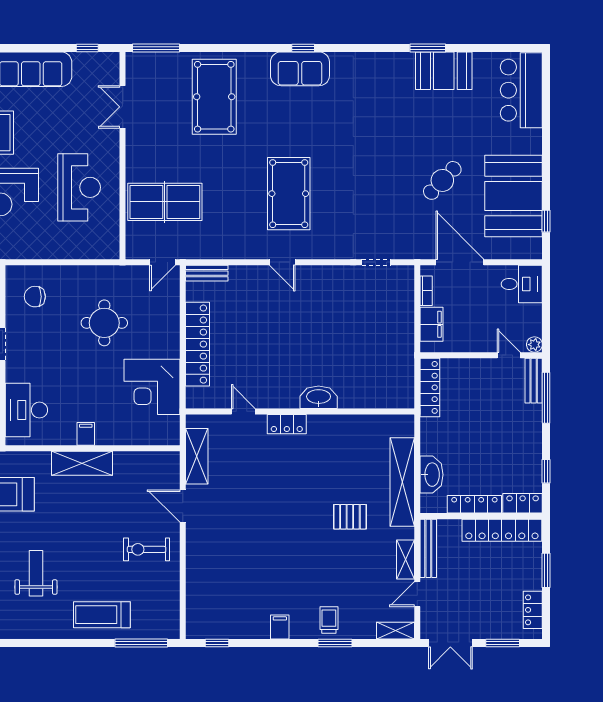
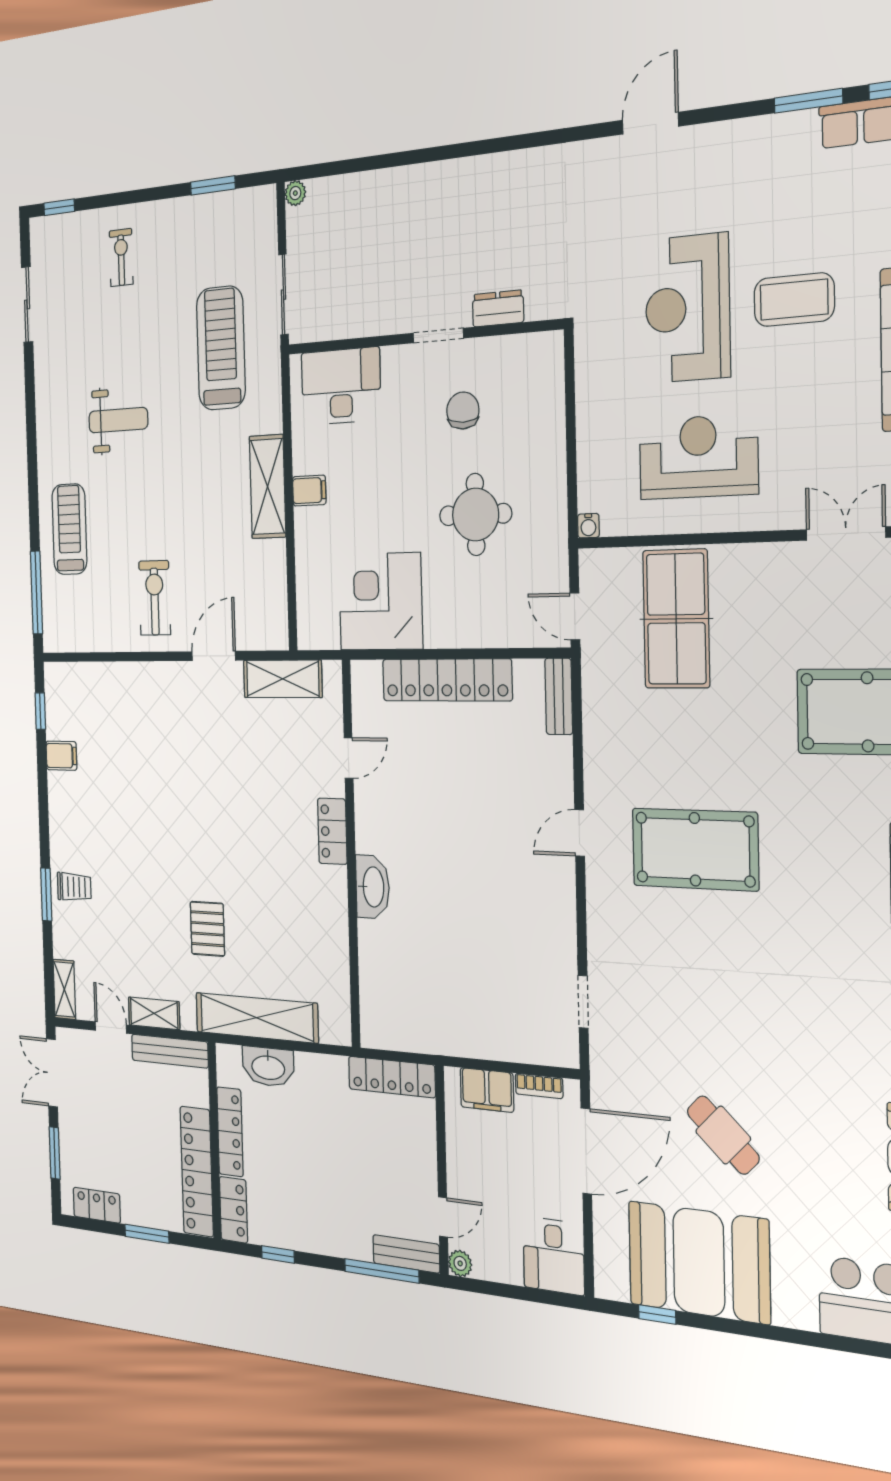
reception desk: (79, 187) -> (698, 457), turned 180
water cooler: (113, 253) -> (588, 526), added
chair: (35, 297) -> (463, 411), moved
filing cabinet: (280, 627) -> (61, 756), moved

